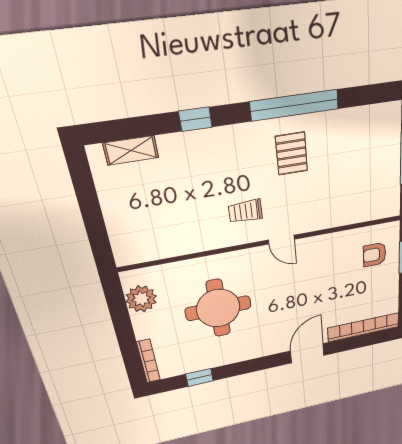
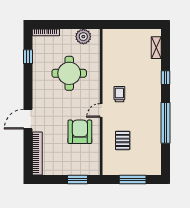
pallet: (292, 154) -> (123, 140), moved, turned 90
armchair: (375, 255) -> (80, 132), moved, width x1.88, depth x1.88
door: (307, 353) -> (28, 119), swing flipped

